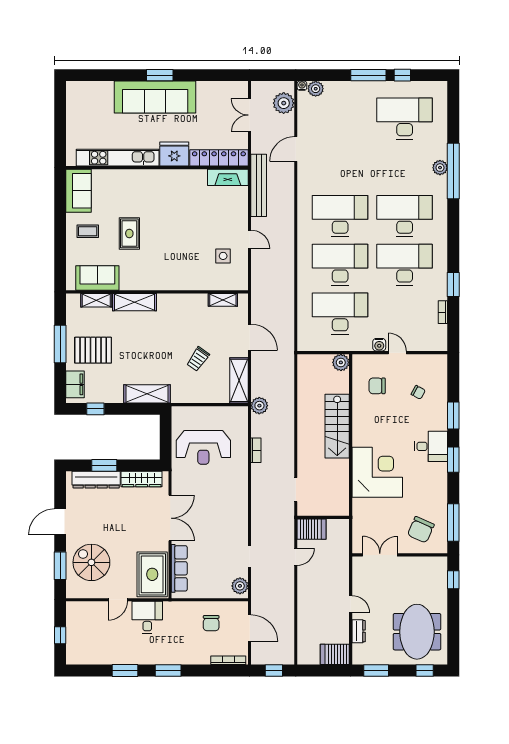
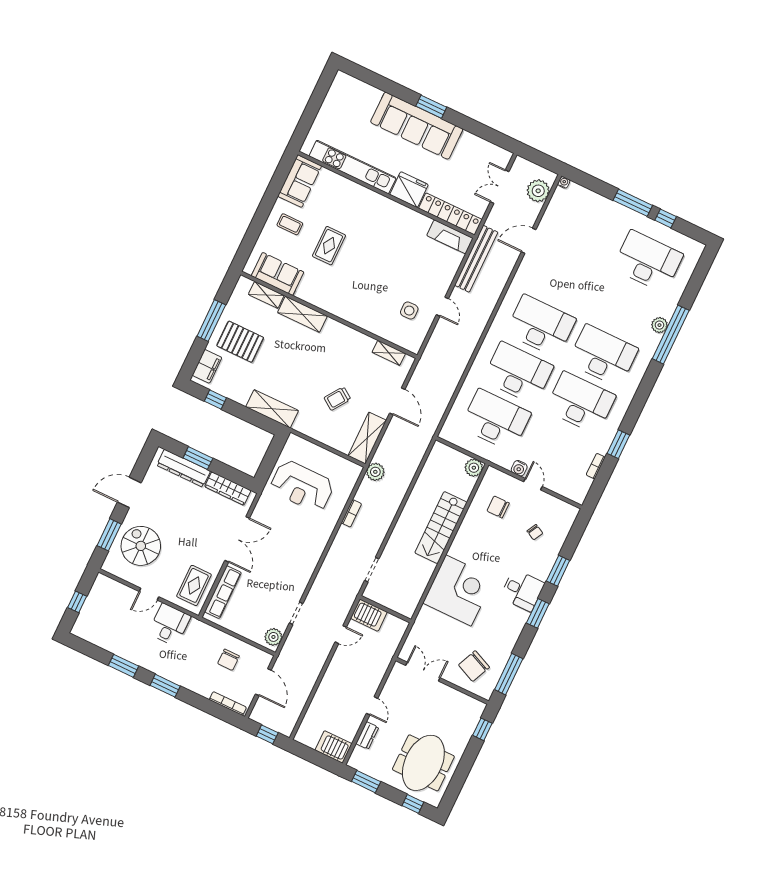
plant: (316, 89) -> (576, 192), removed
rug: (152, 574) -> (194, 585), width x0.73, depth x0.70

